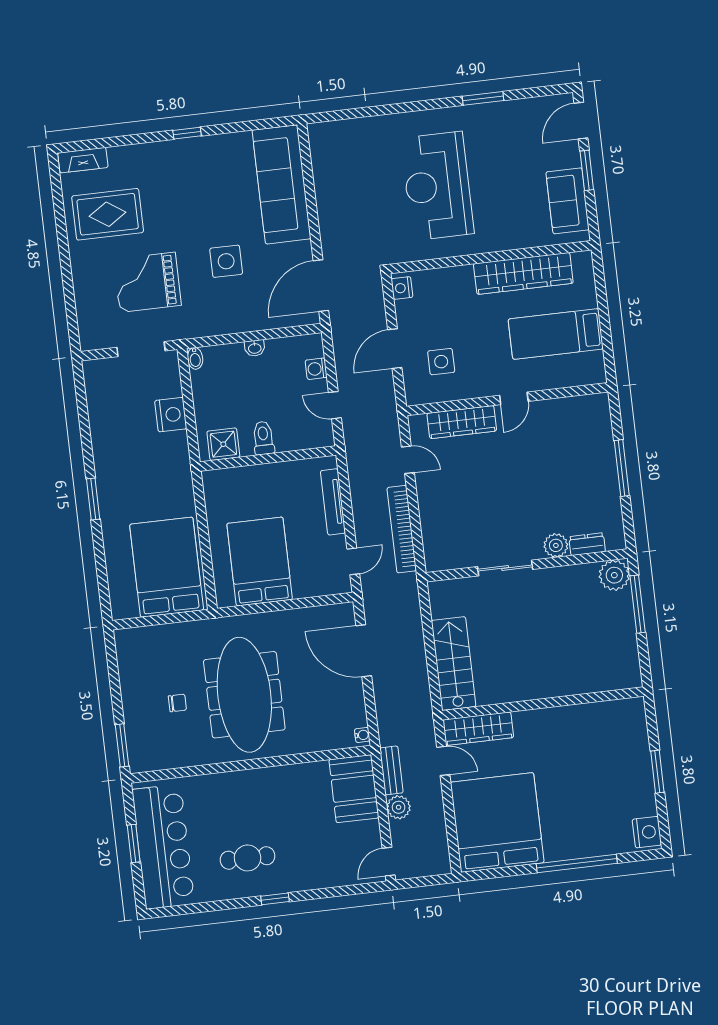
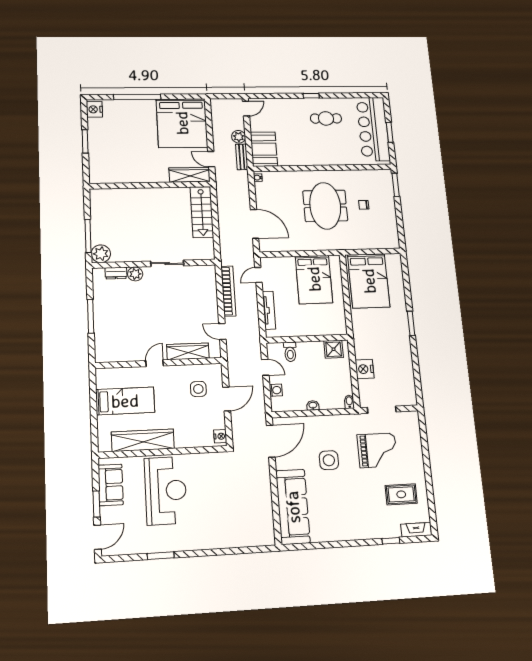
window: (187, 133) -> (391, 541), moved
reception desk: (437, 186) -> (166, 490), moved
rug: (108, 214) -> (401, 494), width x0.73, depth x0.70
toilet: (263, 438) -> (290, 352), moved
meeting table: (244, 695) -> (325, 206), width x0.73

